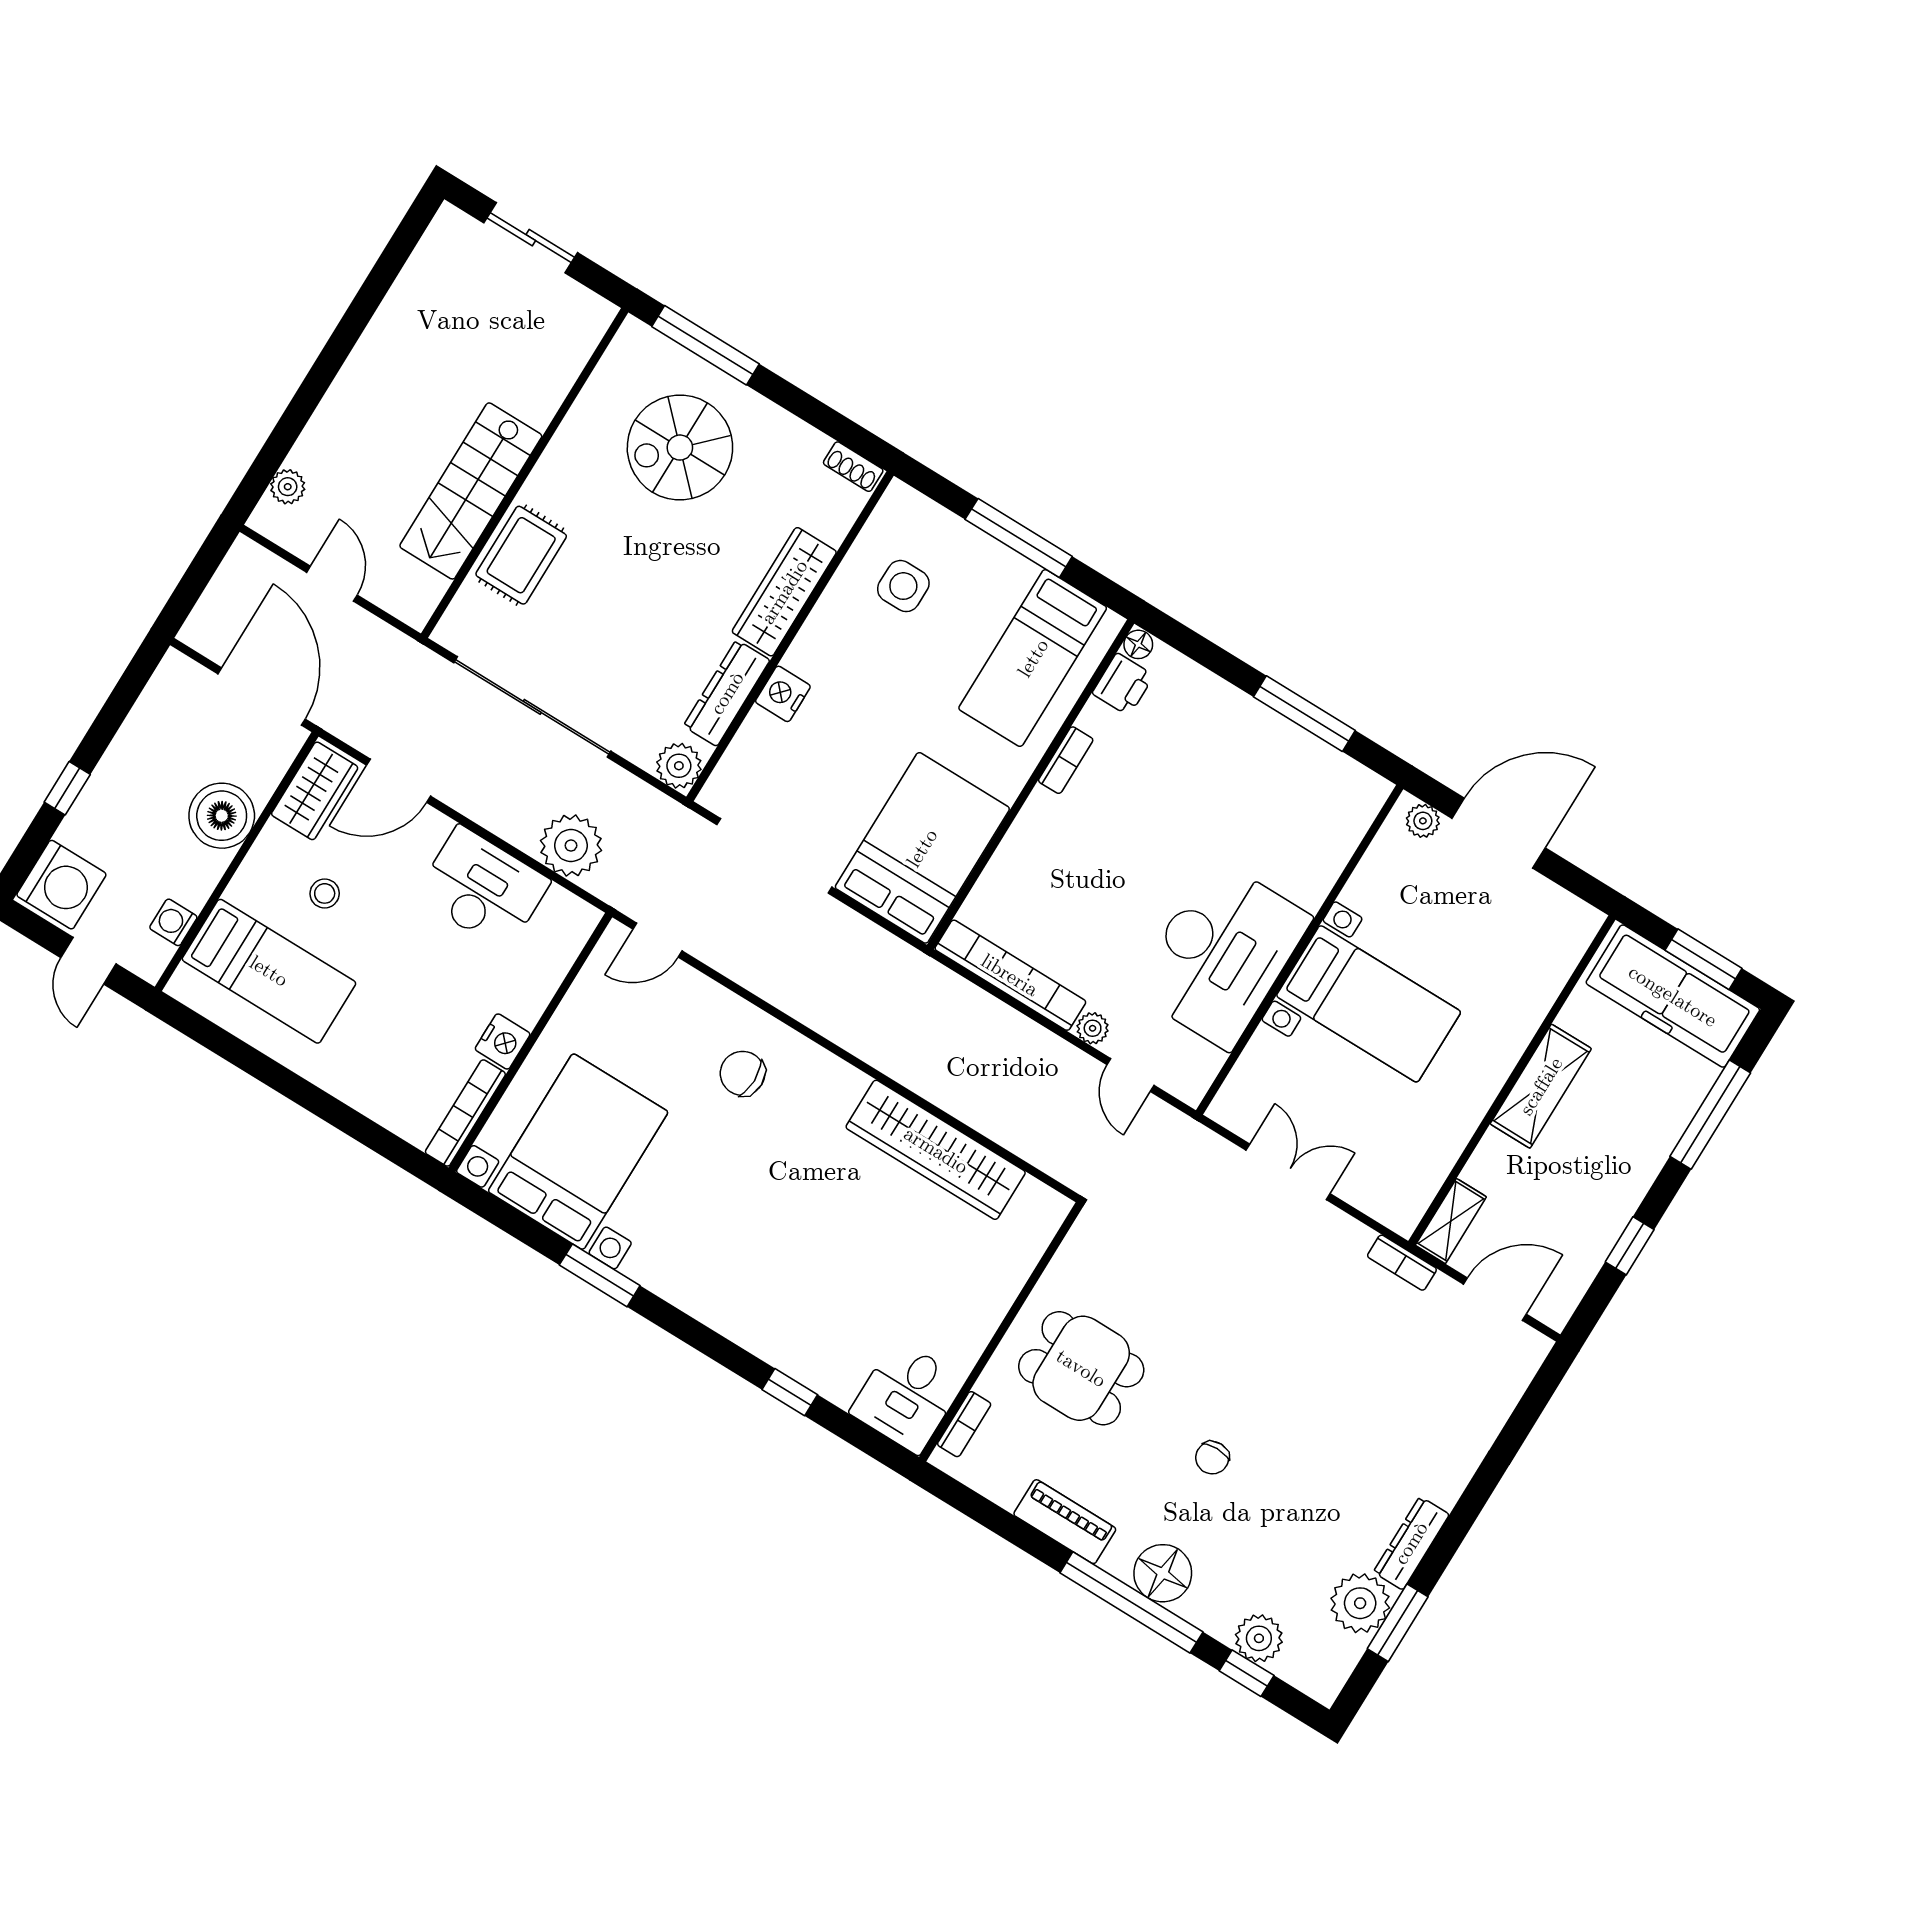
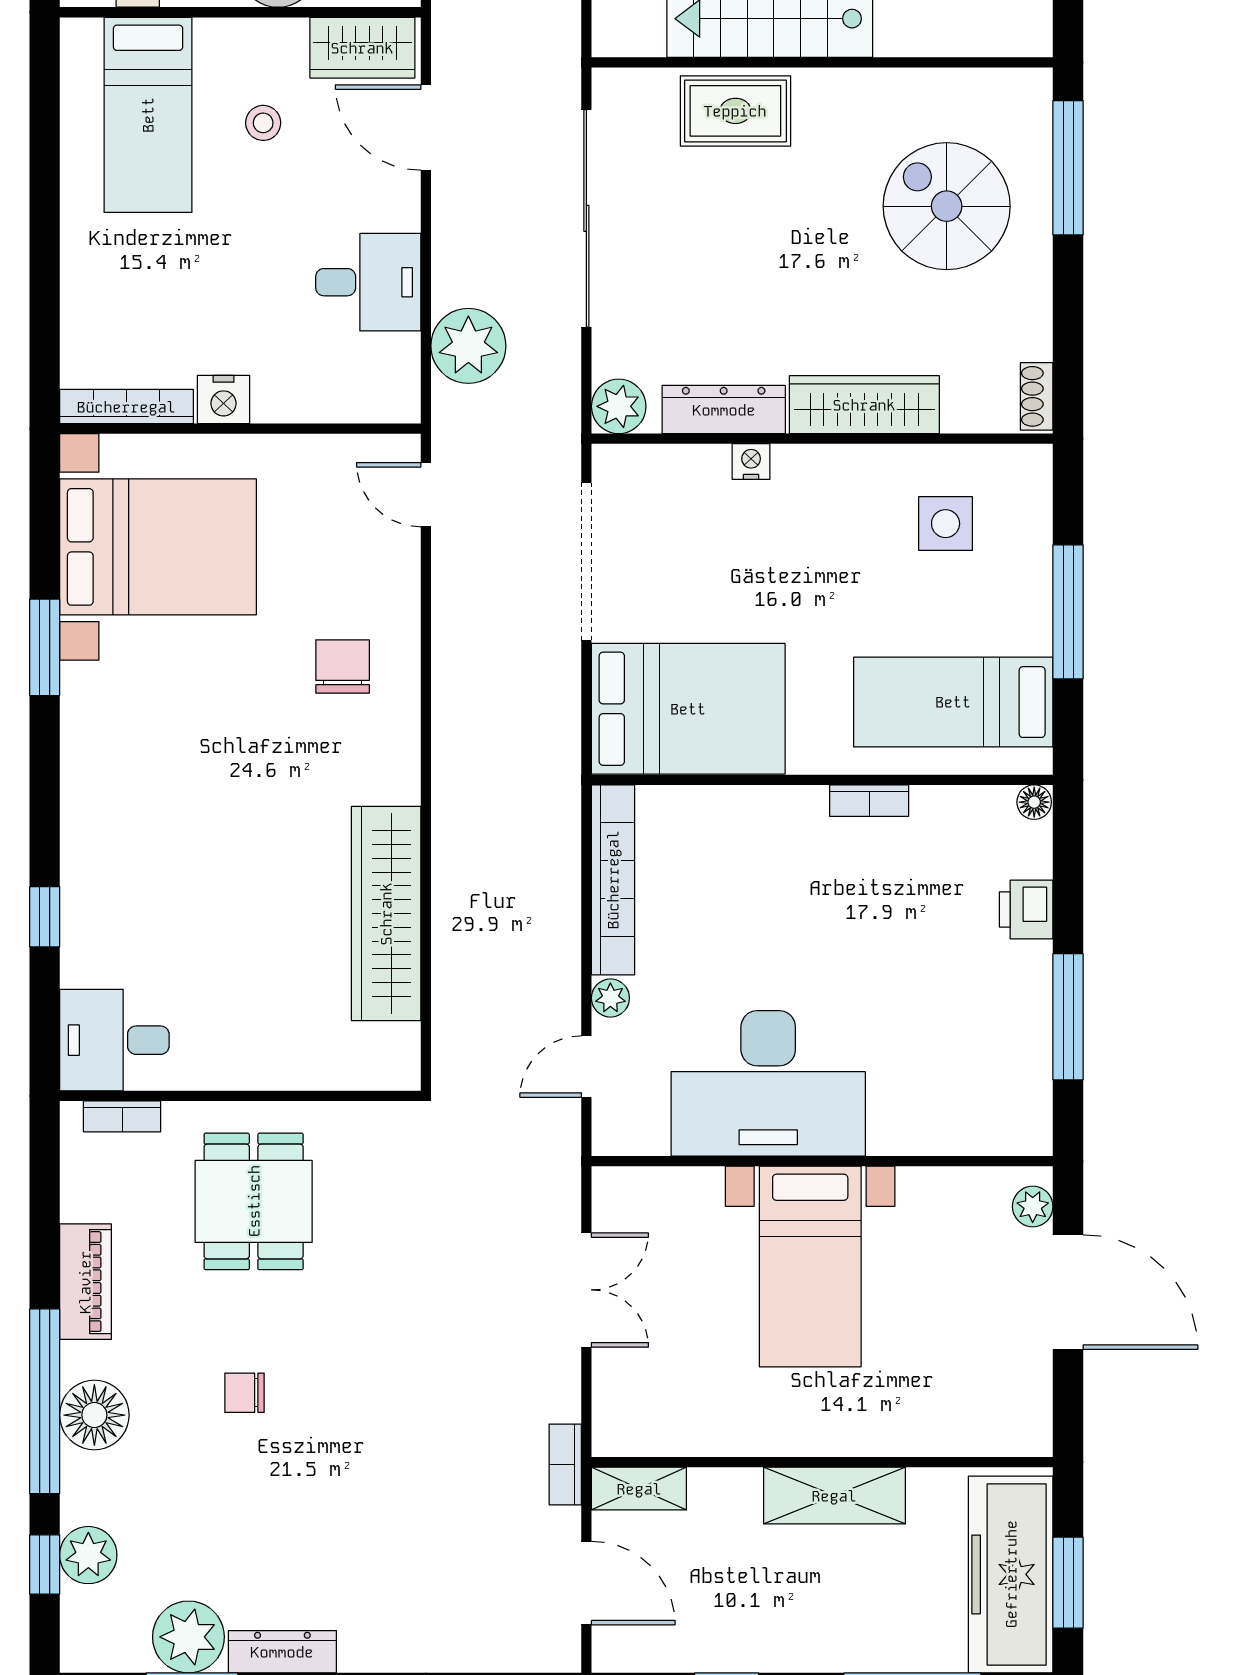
printer: (1123, 684) -> (1026, 910), moved, turned 90
nightstand: (783, 694) -> (751, 462), width x0.72, depth x0.74
desk: (483, 888) -> (368, 282), width x0.73

